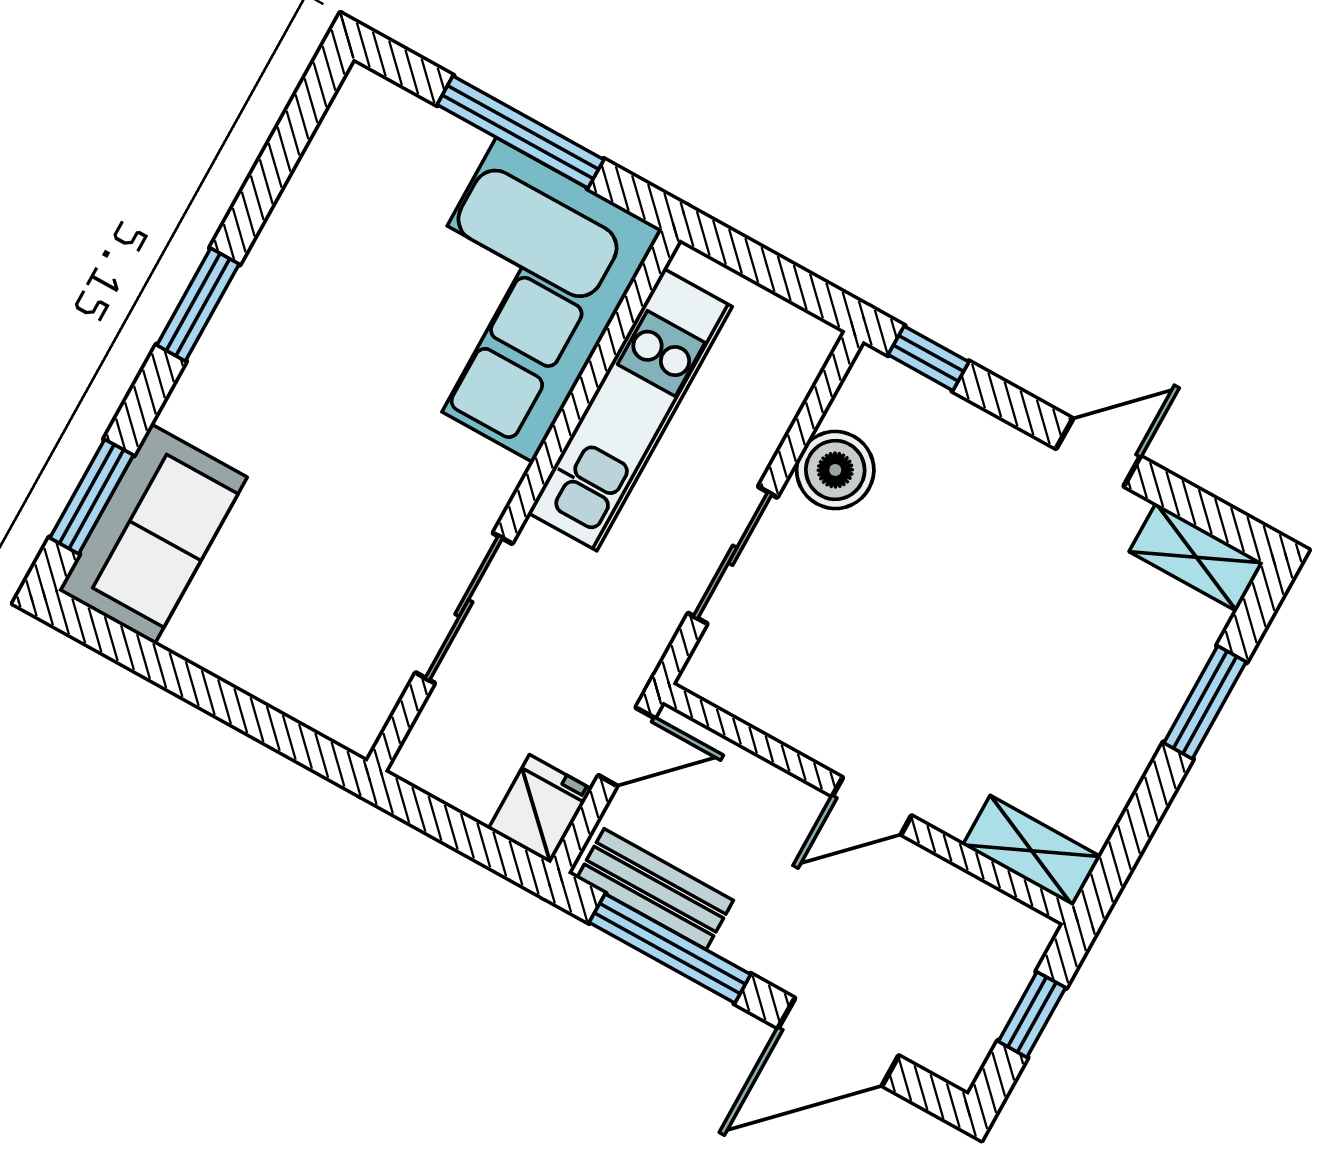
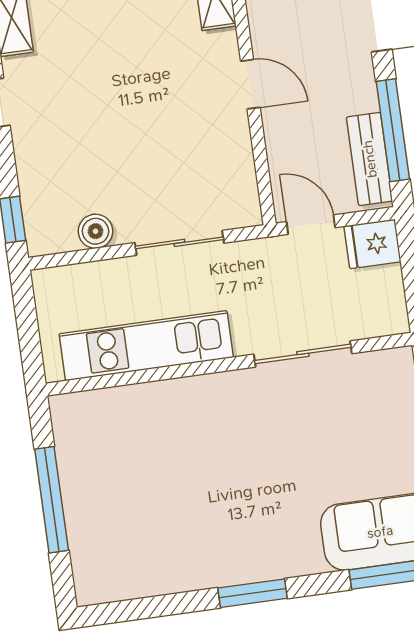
corner sofa: (515, 300) -> (135, 441), removed
boiler: (835, 470) -> (95, 231), width x0.73, depth x0.73

